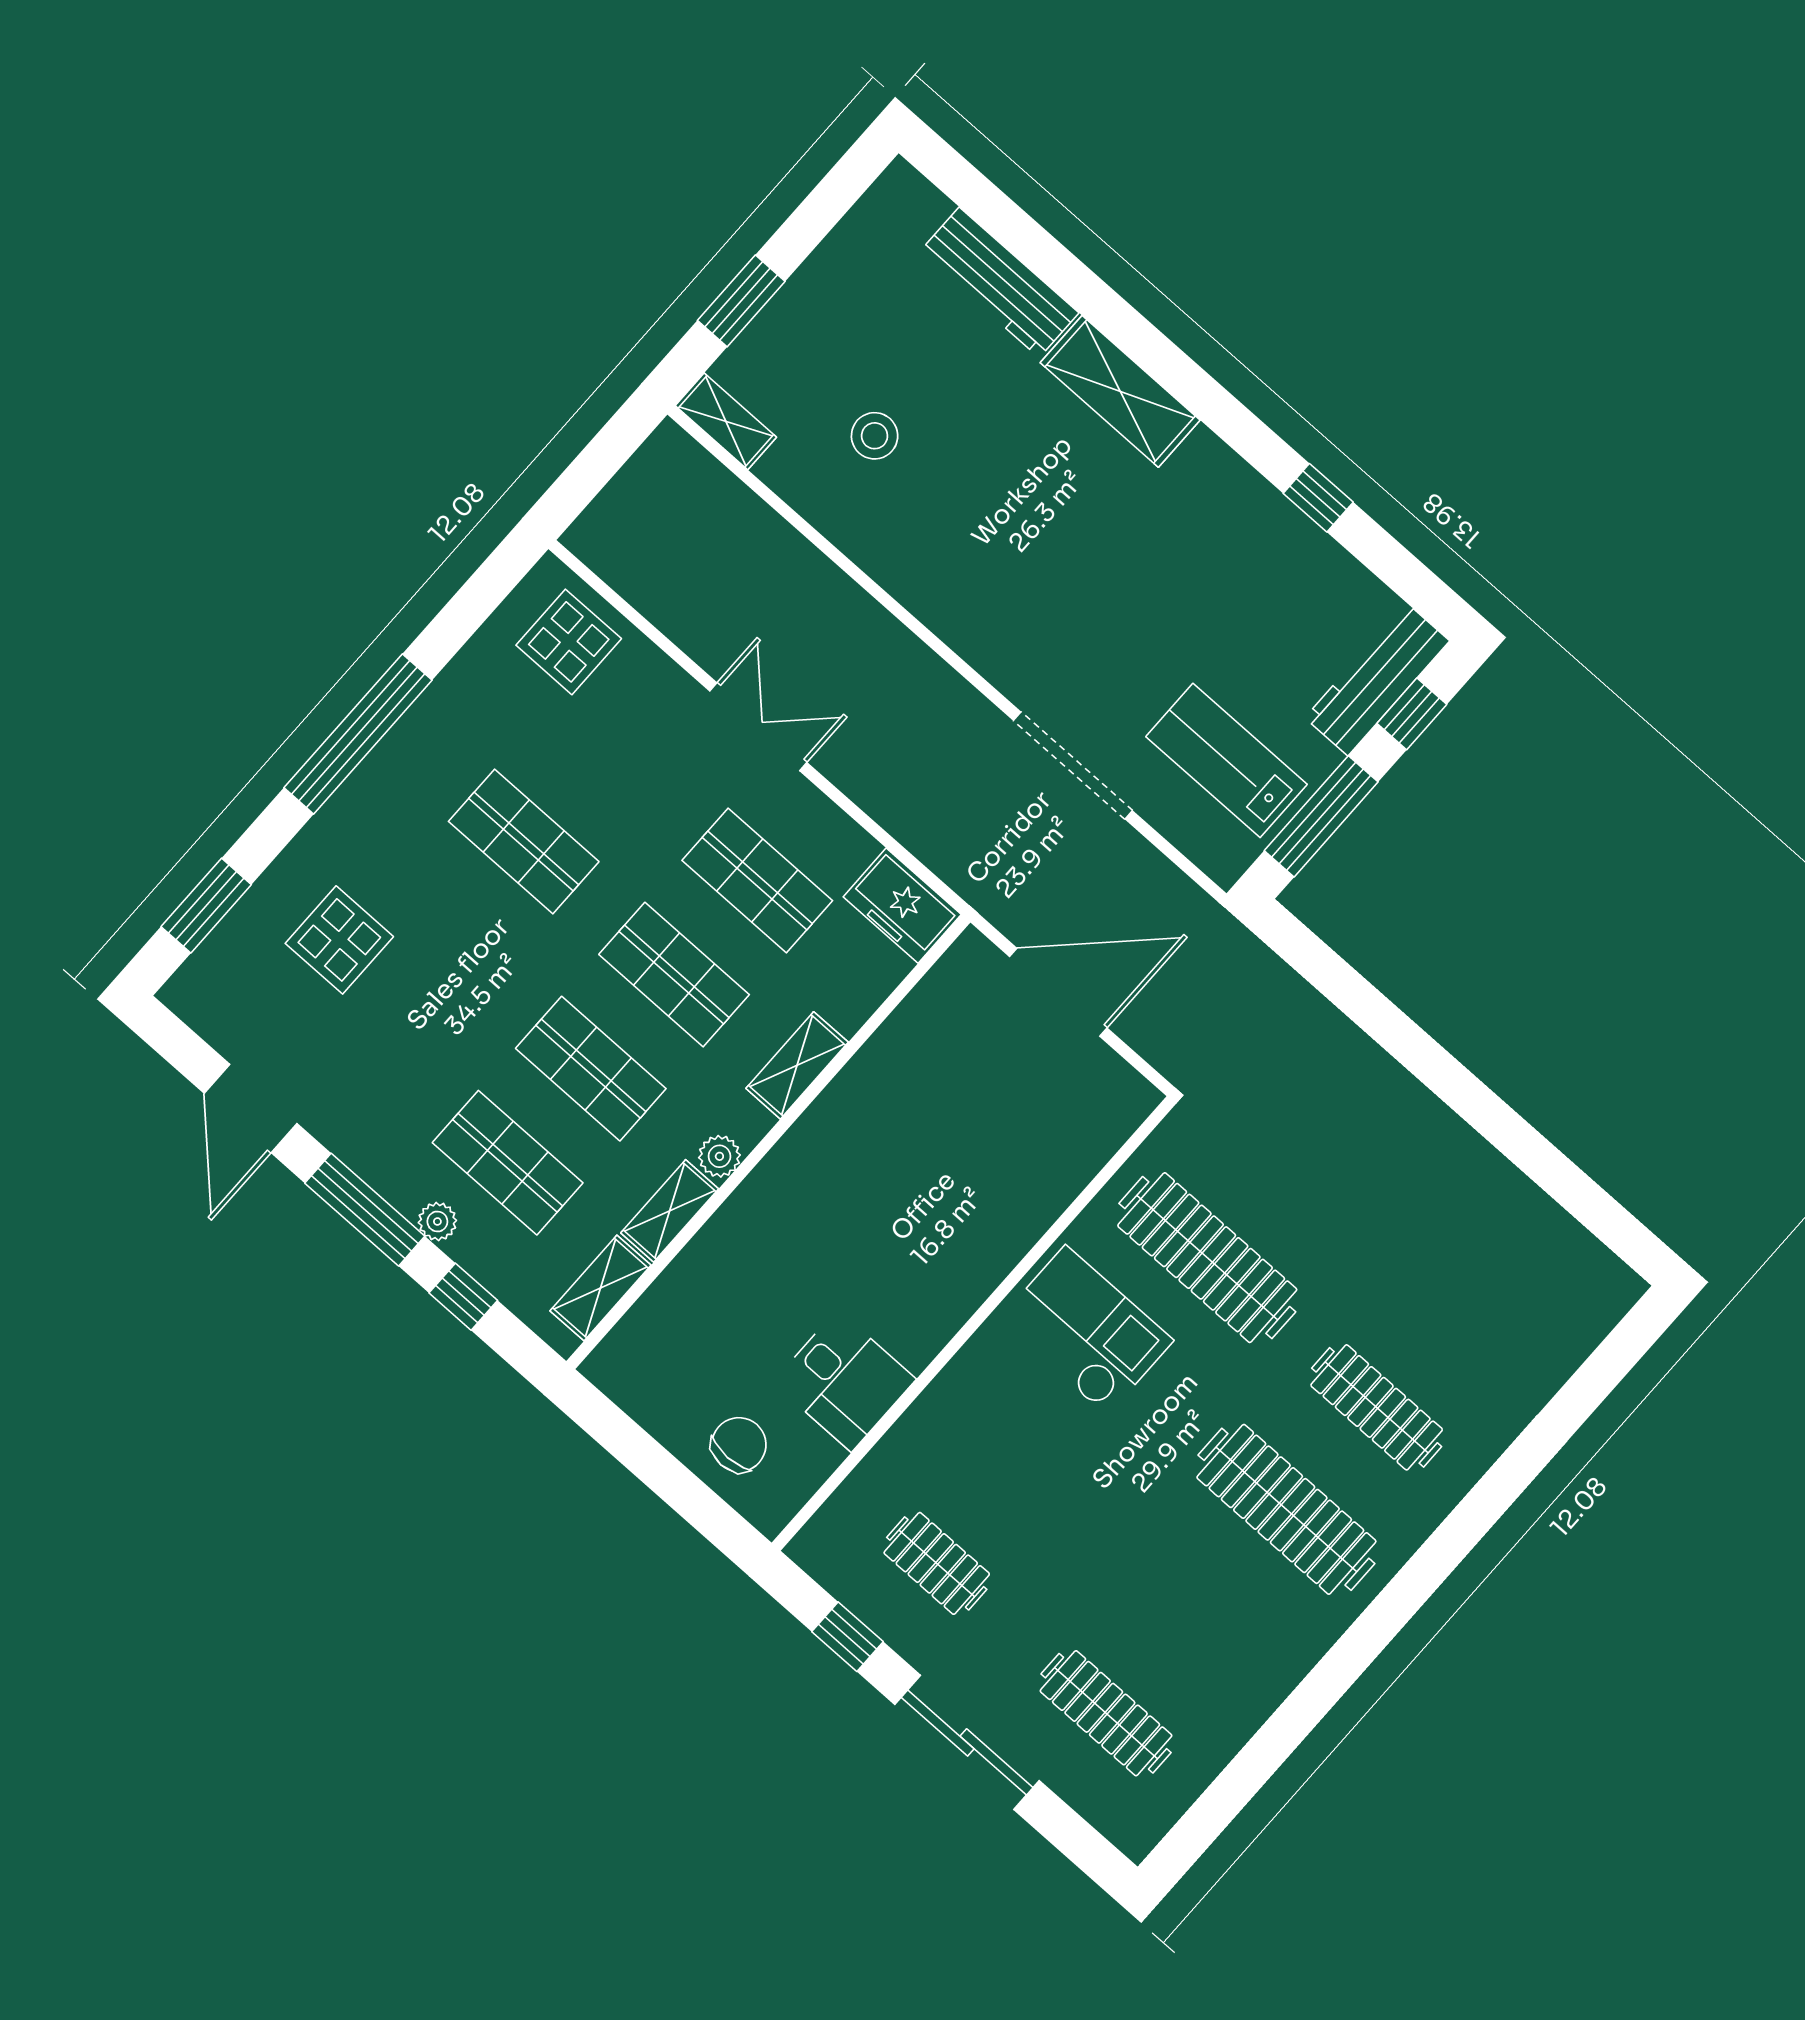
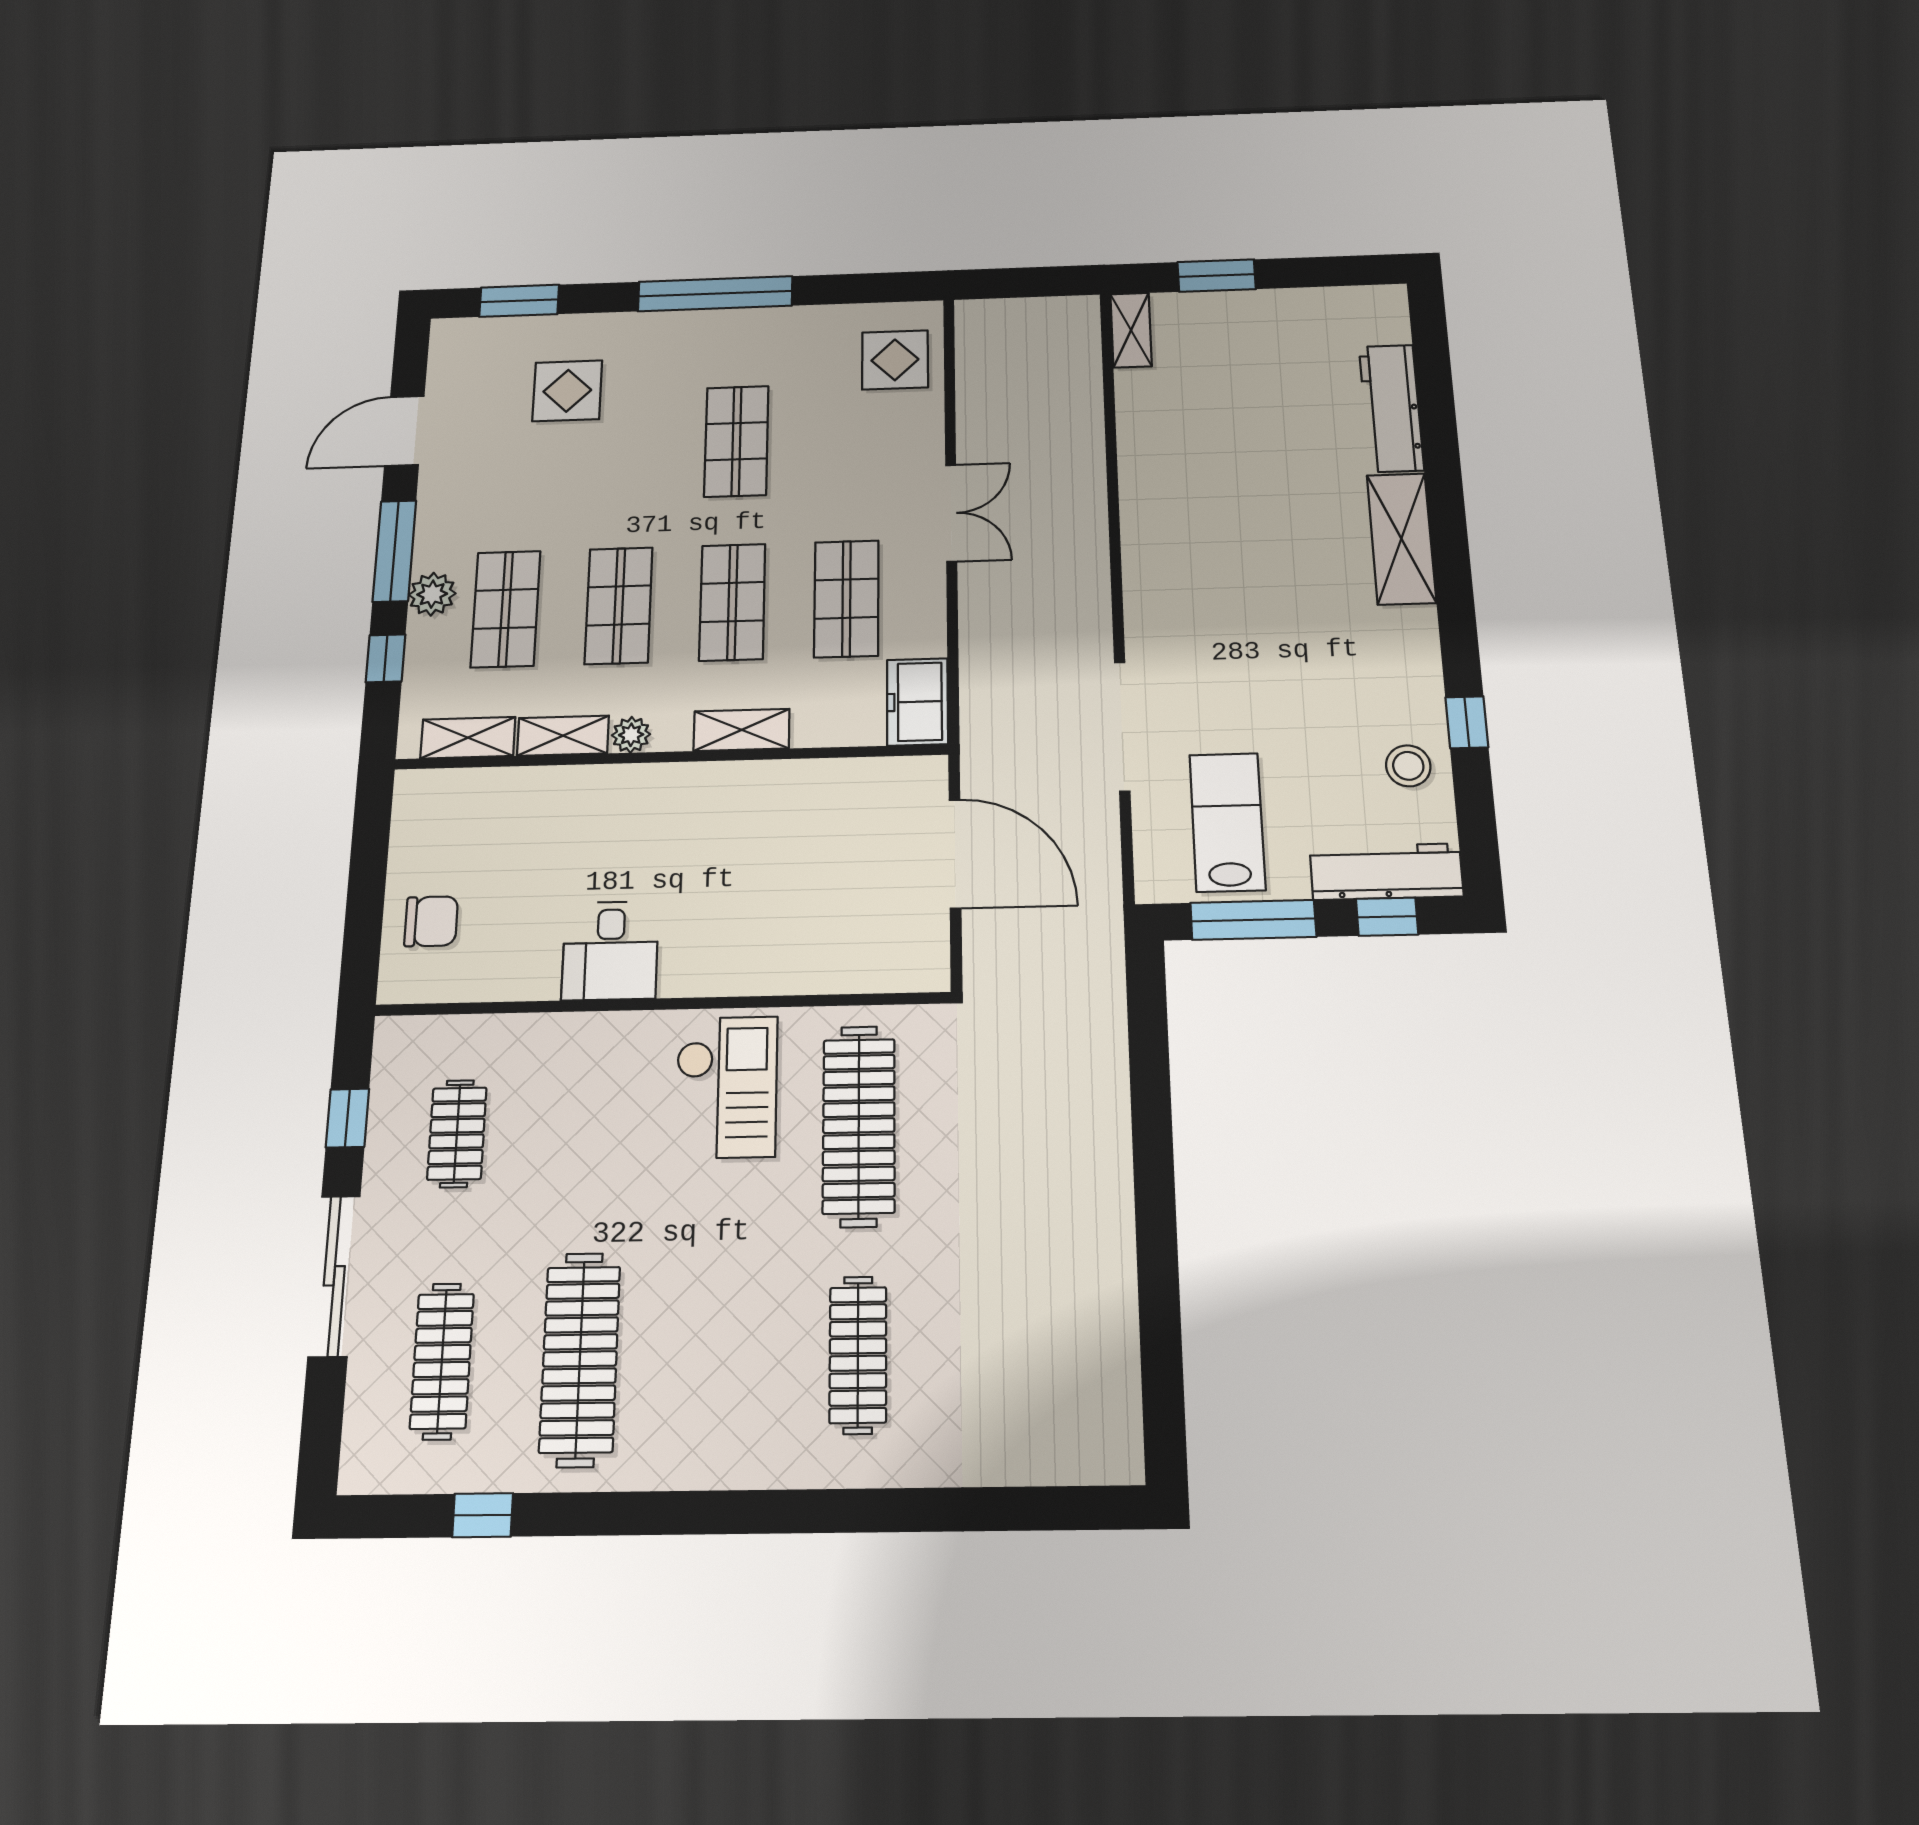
stool: (875, 436) -> (1408, 766), moved
plant: (437, 1222) -> (432, 594), width x1.38, depth x1.38
desk: (844, 1381) -> (610, 950), moved
clothes rail: (1286, 1509) -> (580, 1359), moved
window: (1247, 1773) -> (483, 1515), added

